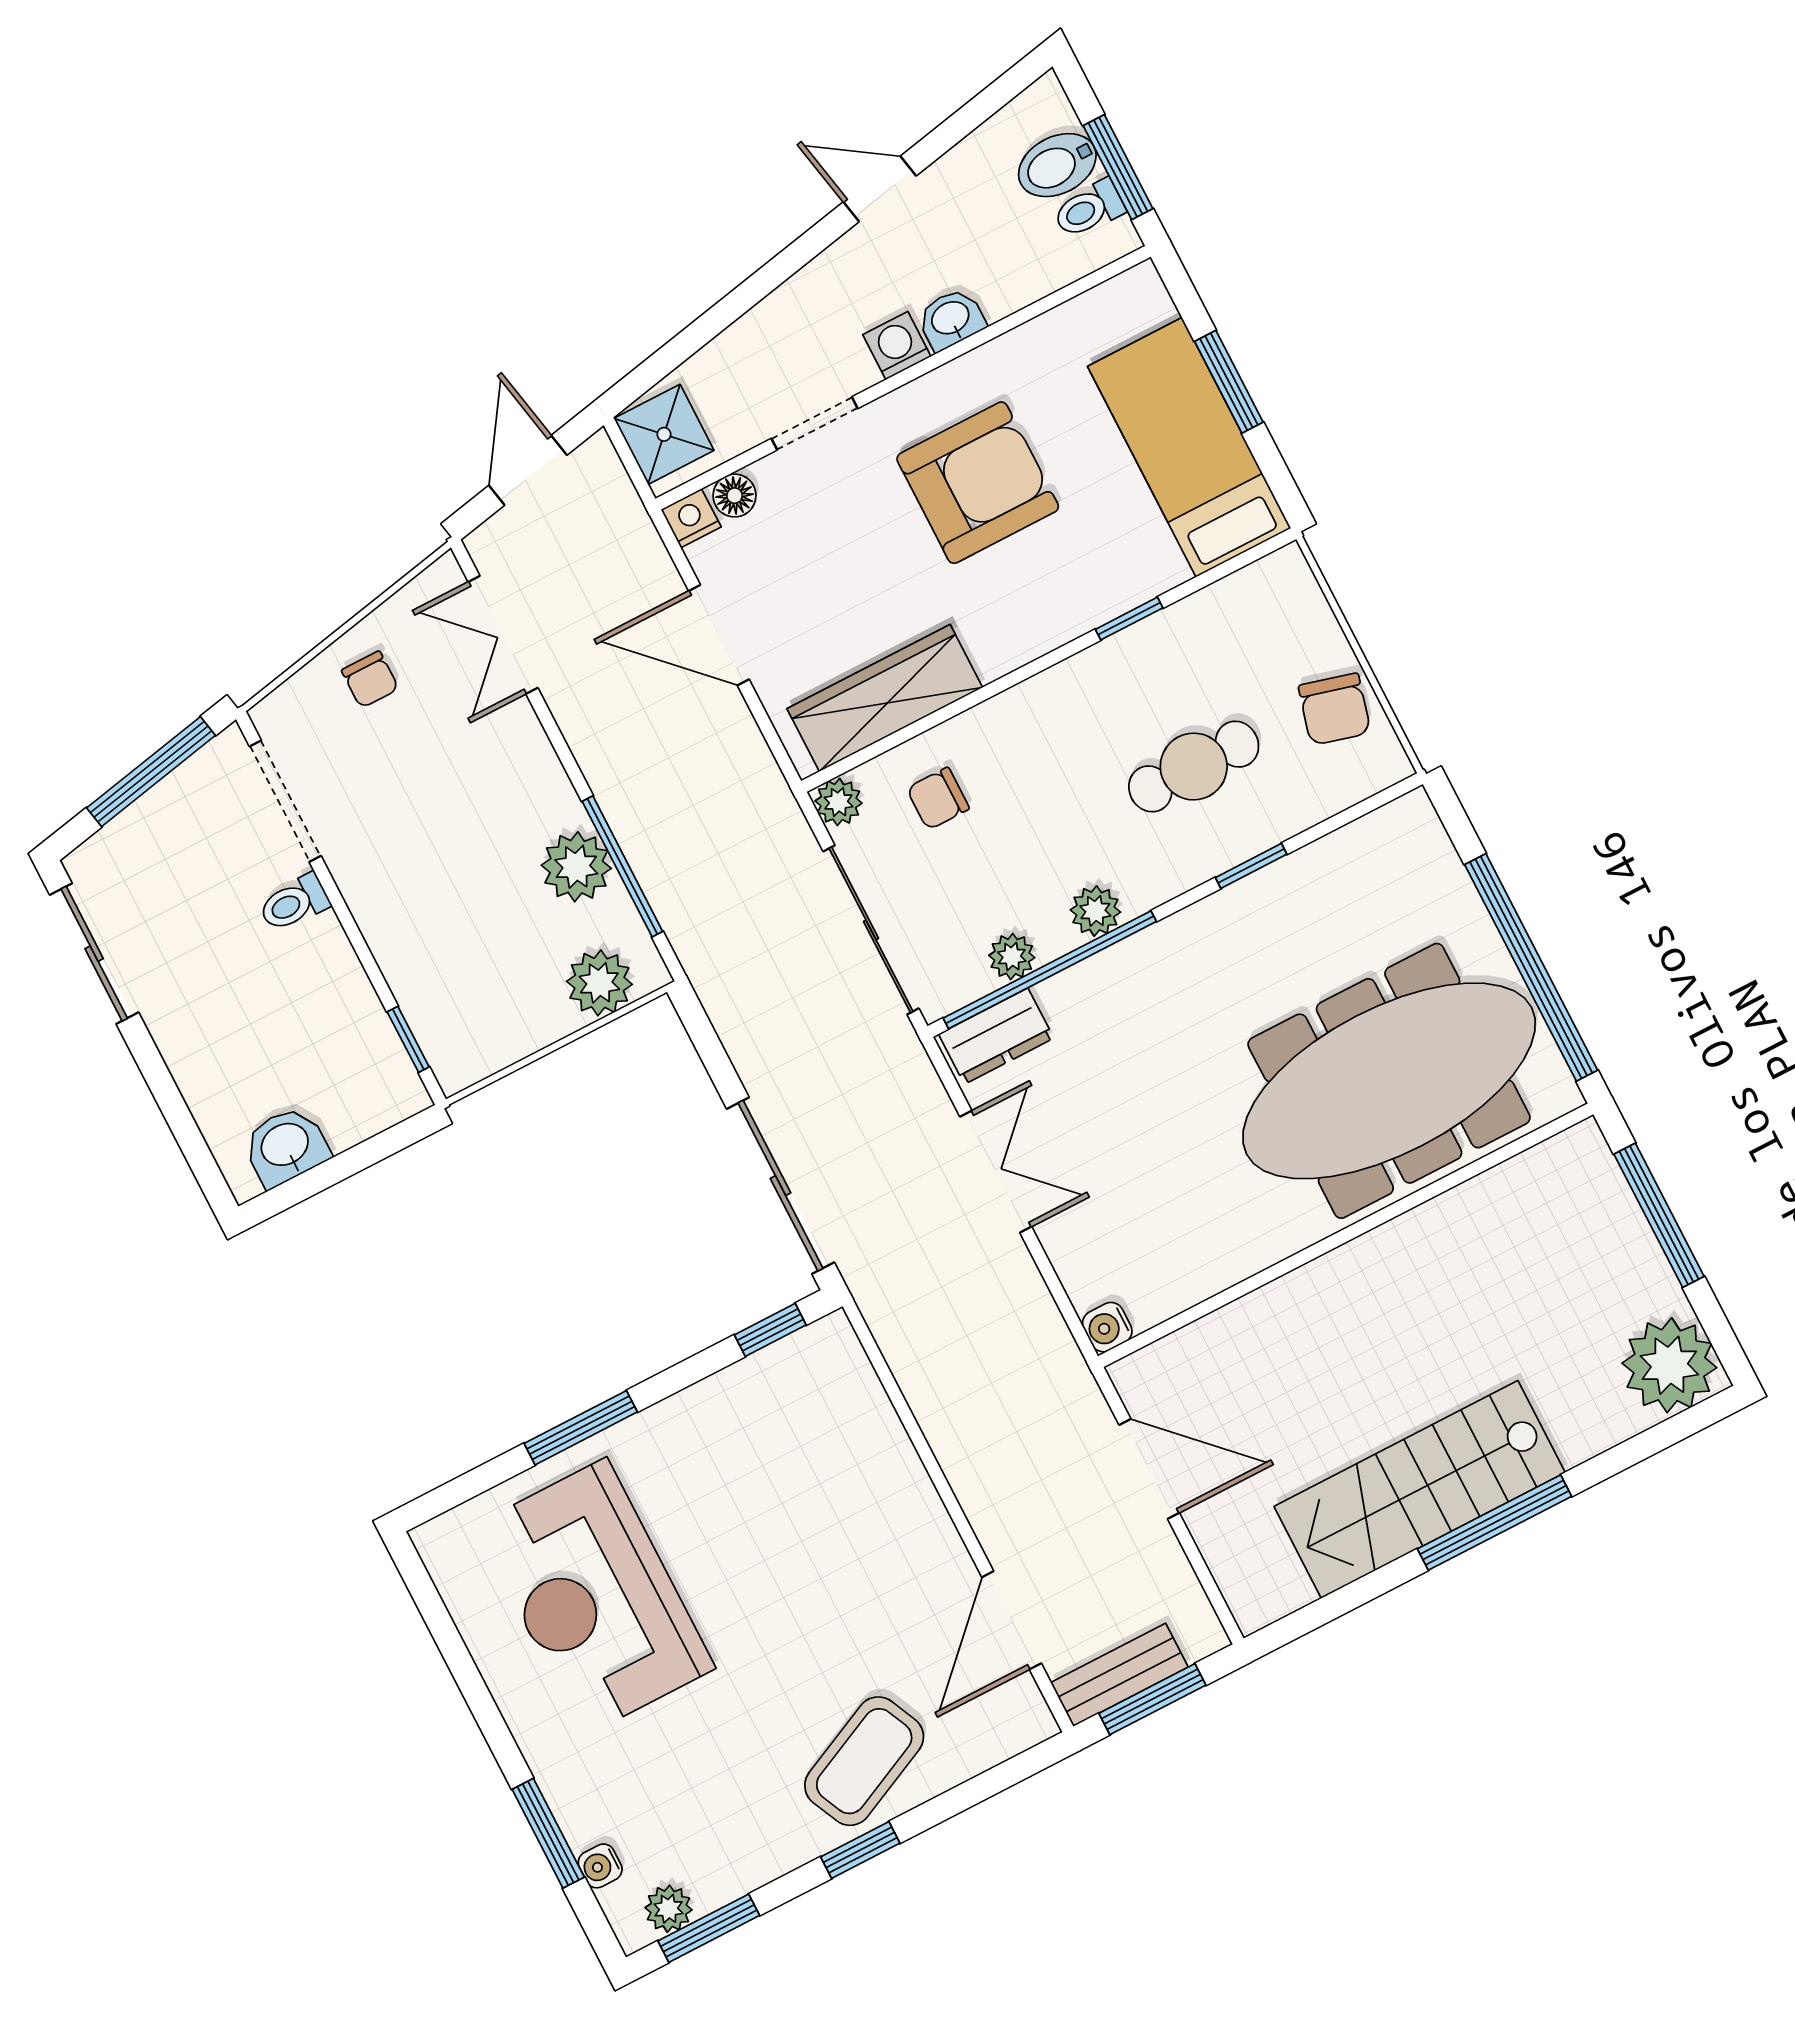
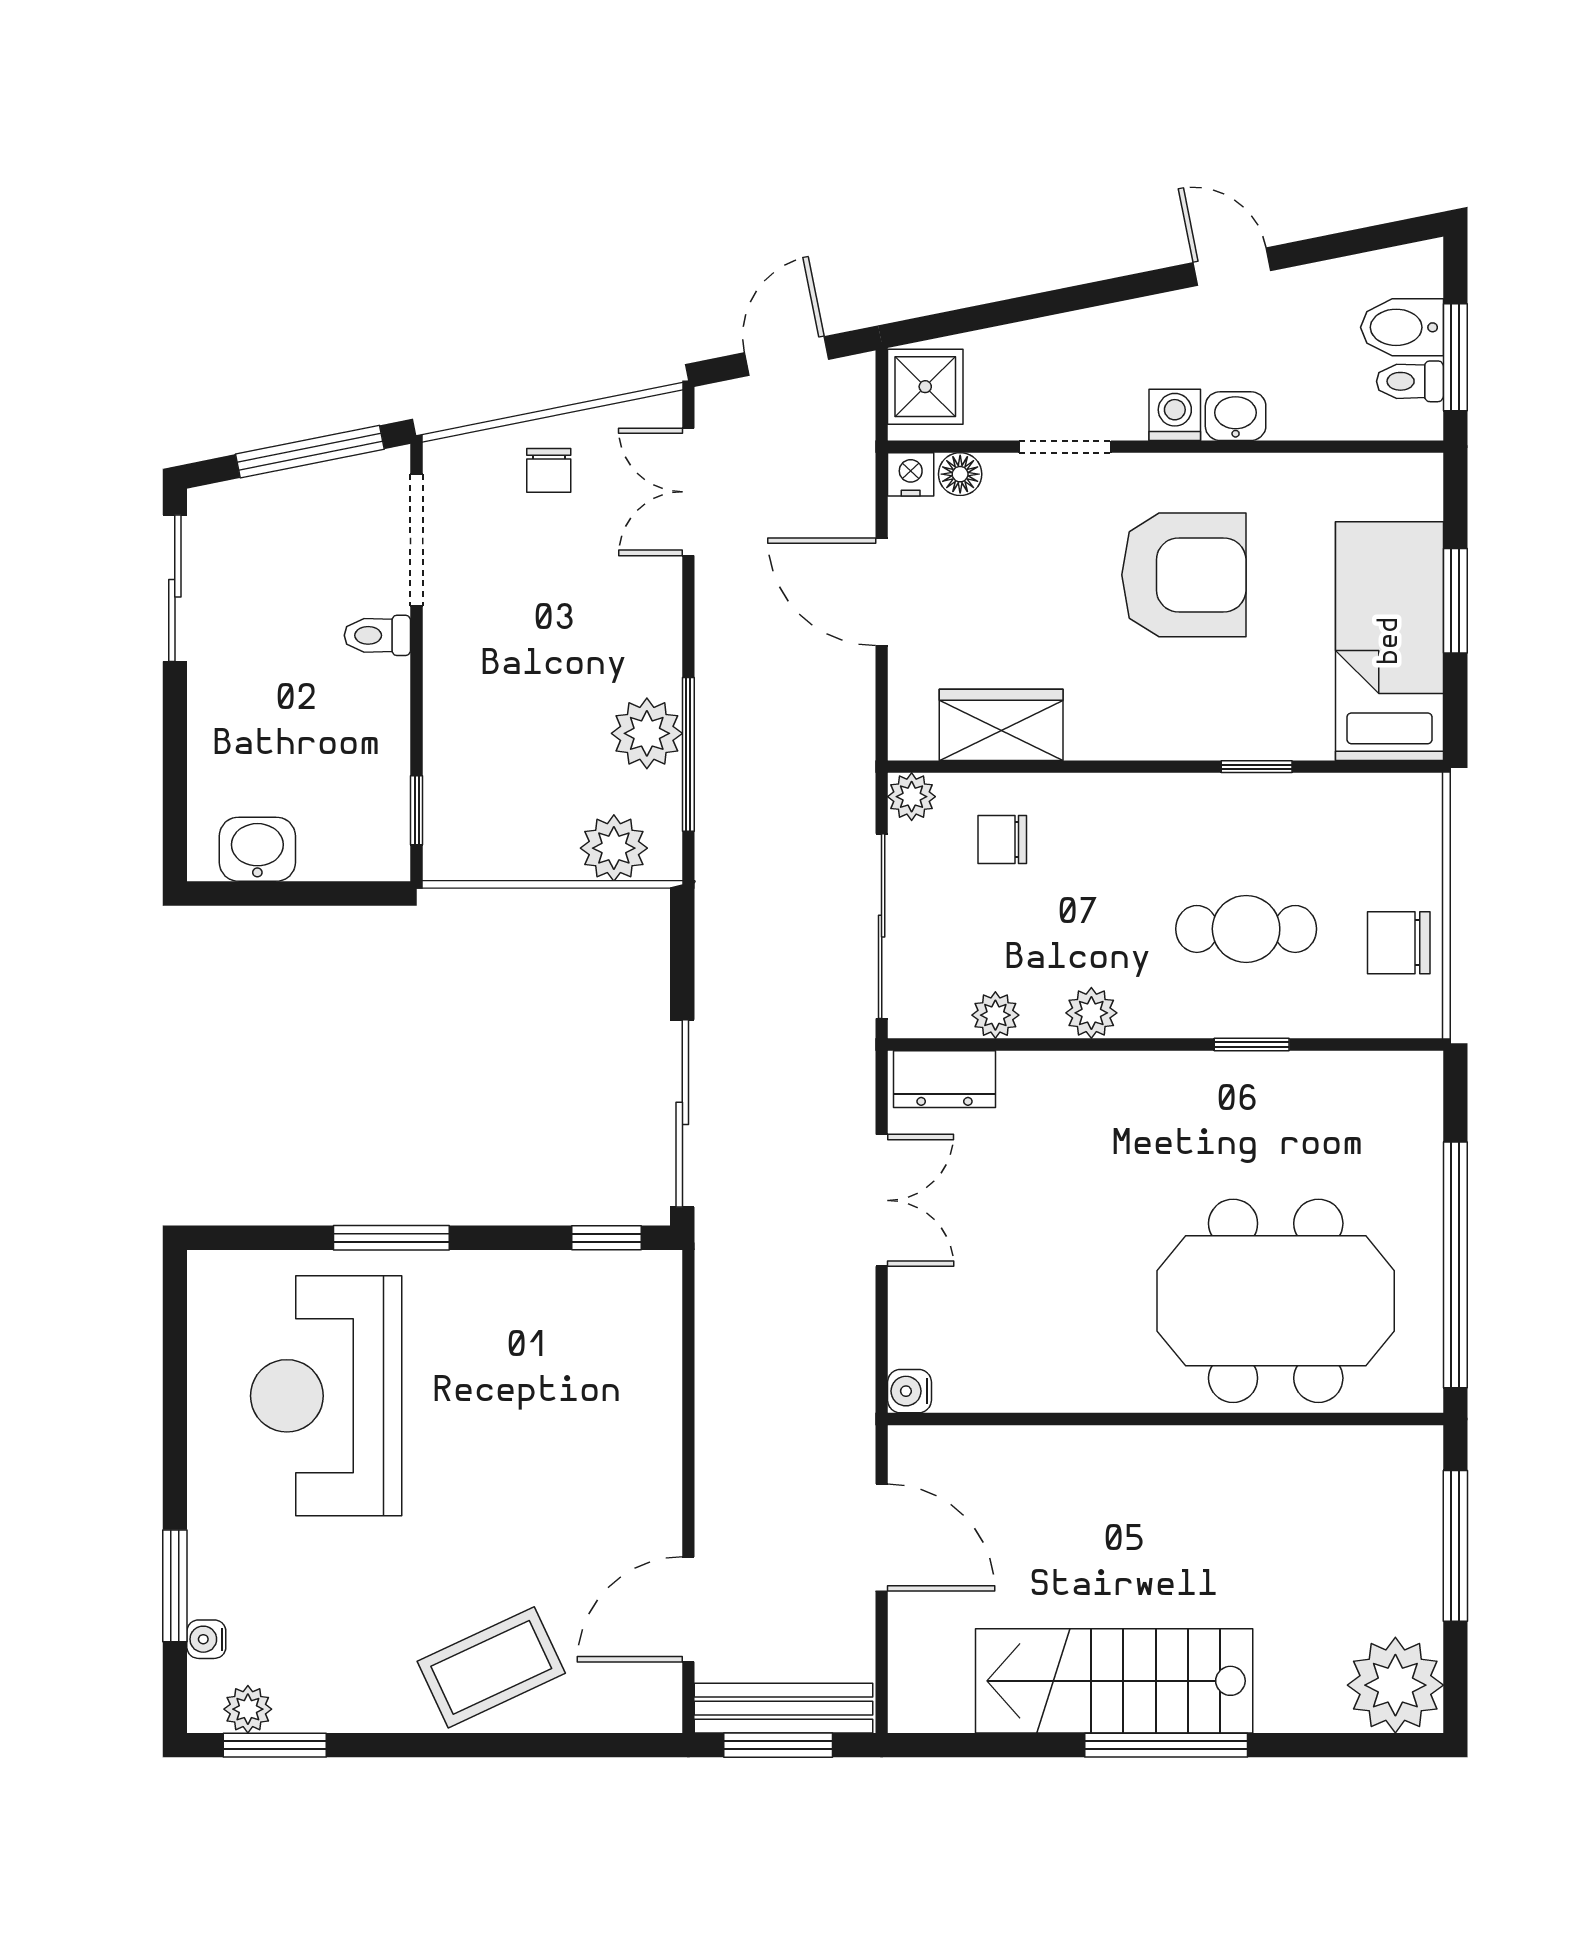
wardrobe: (885, 698) -> (1001, 725), width x0.67
chair: (1335, 709) -> (1399, 943), turned 75
window: (1050, 970) -> (1023, 1045), removed
meeting table: (1389, 1081) -> (1276, 1301), width x0.73
bench: (1119, 1675) -> (783, 1708), width x1.36
window: (860, 1850) -> (447, 1745), removed

